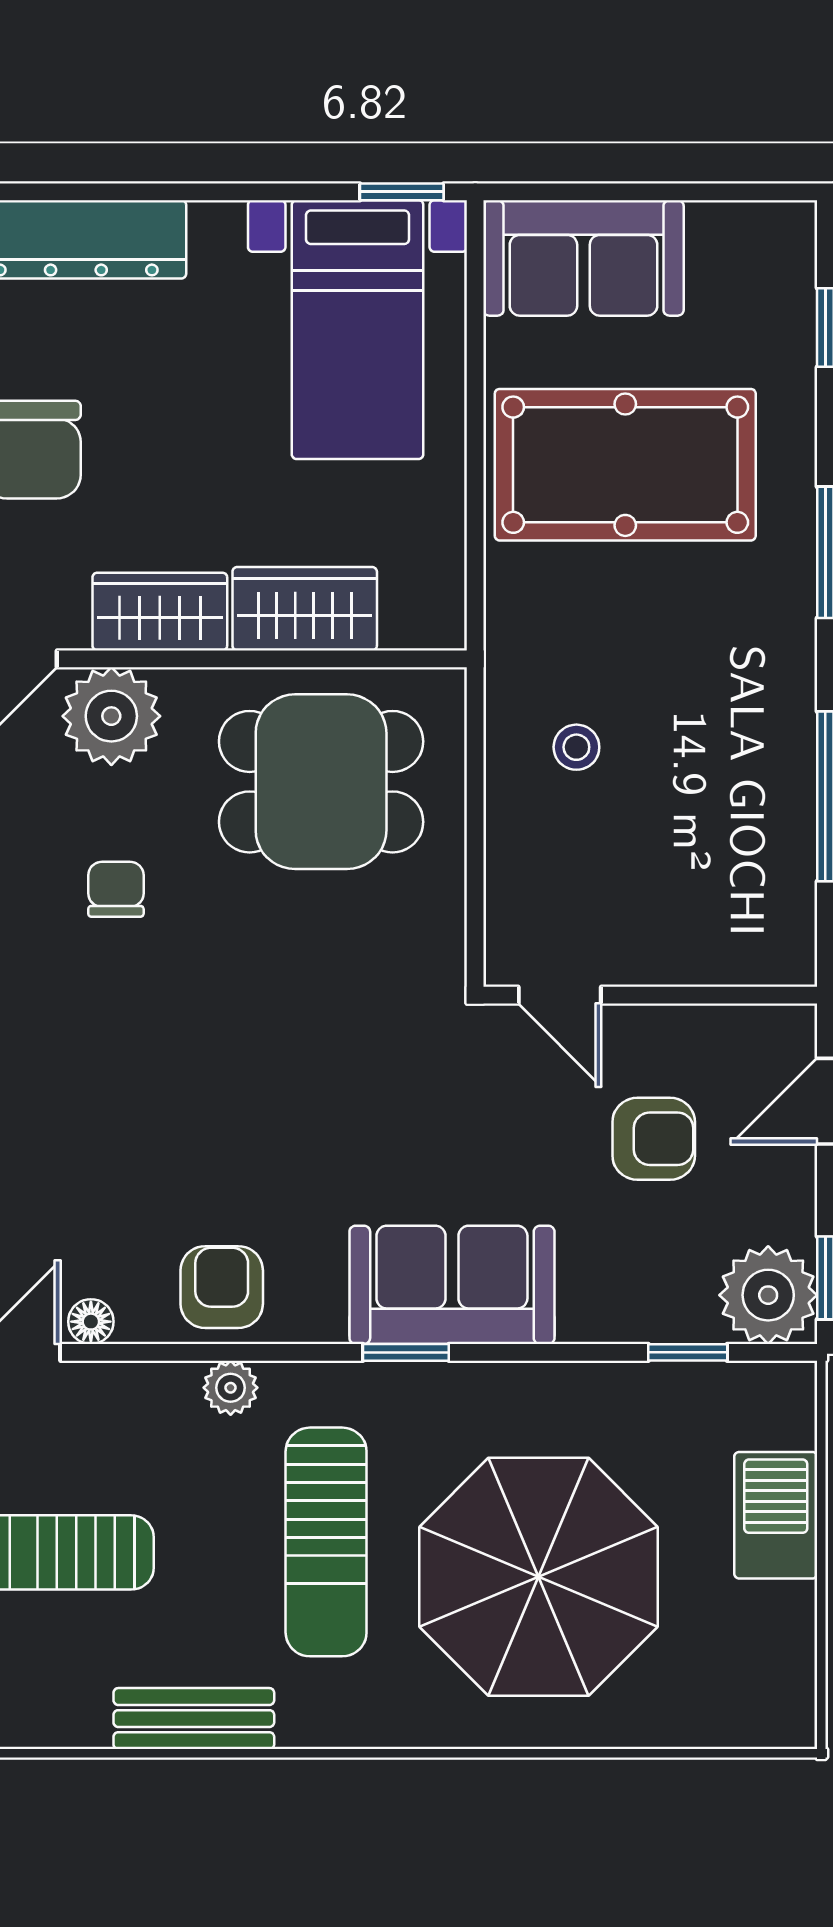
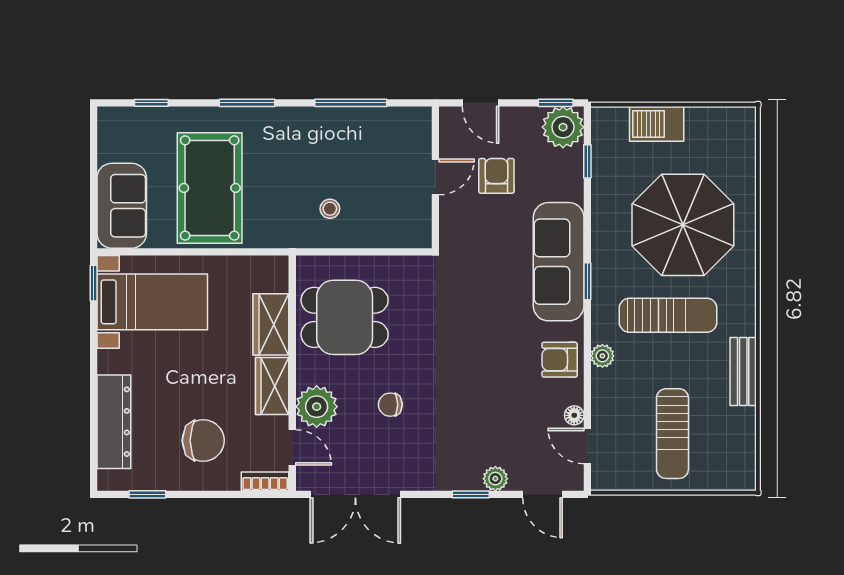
dining table: (321, 782) -> (345, 317), turned 90
door: (560, 995) -> (435, 177), moved
sofa: (452, 1285) -> (559, 262), width x1.36

